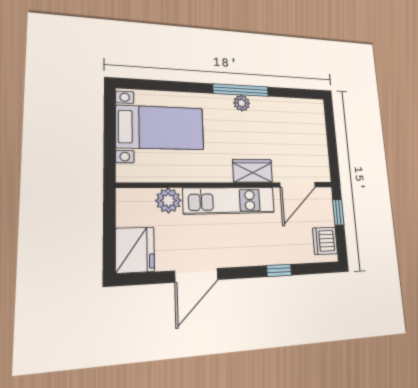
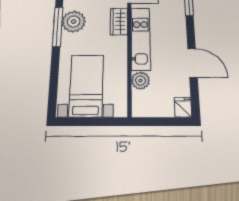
plant: (242, 103) -> (74, 22), width x1.88, depth x1.88
fridge: (135, 250) -> (183, 107), width x0.53, depth x0.75

